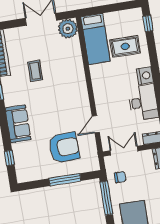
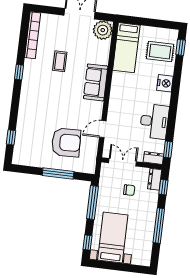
rug: (125, 46) -> (160, 51), moved
nightstand: (145, 76) -> (165, 83), moved
sofa: (18, 124) -> (96, 82), moved, turned 180
chair: (120, 177) -> (129, 190), moved

